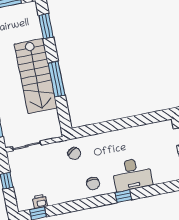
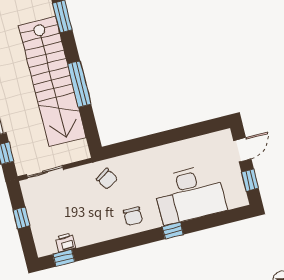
stairs: (36, 76) -> (52, 81), width x1.36
desk: (132, 174) -> (190, 194), width x1.36, depth x1.30

